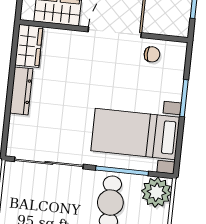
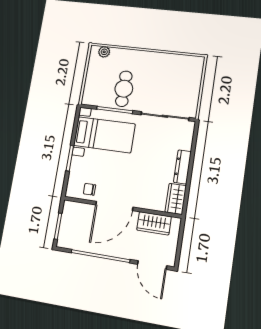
plant: (156, 192) -> (92, 95), removed

